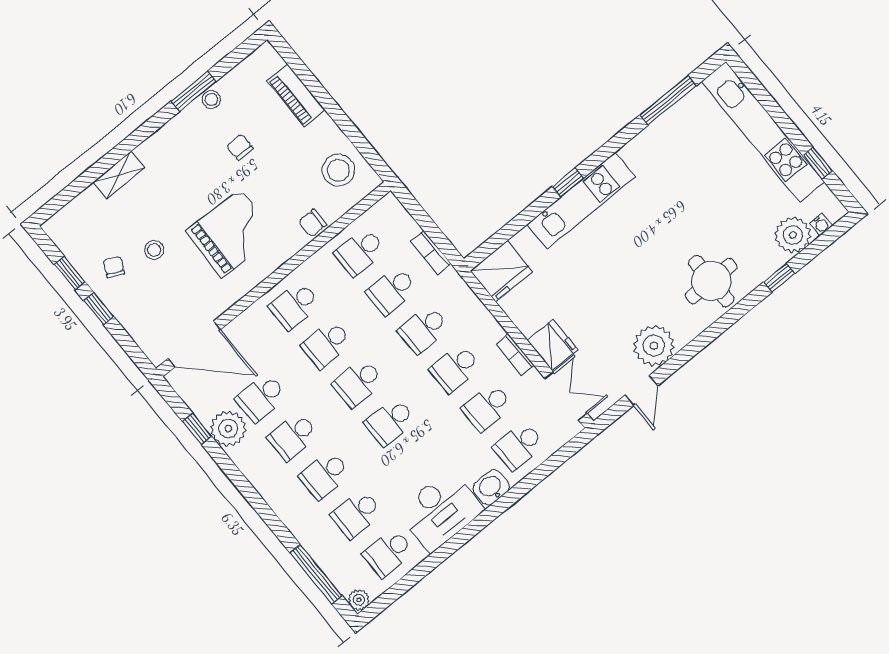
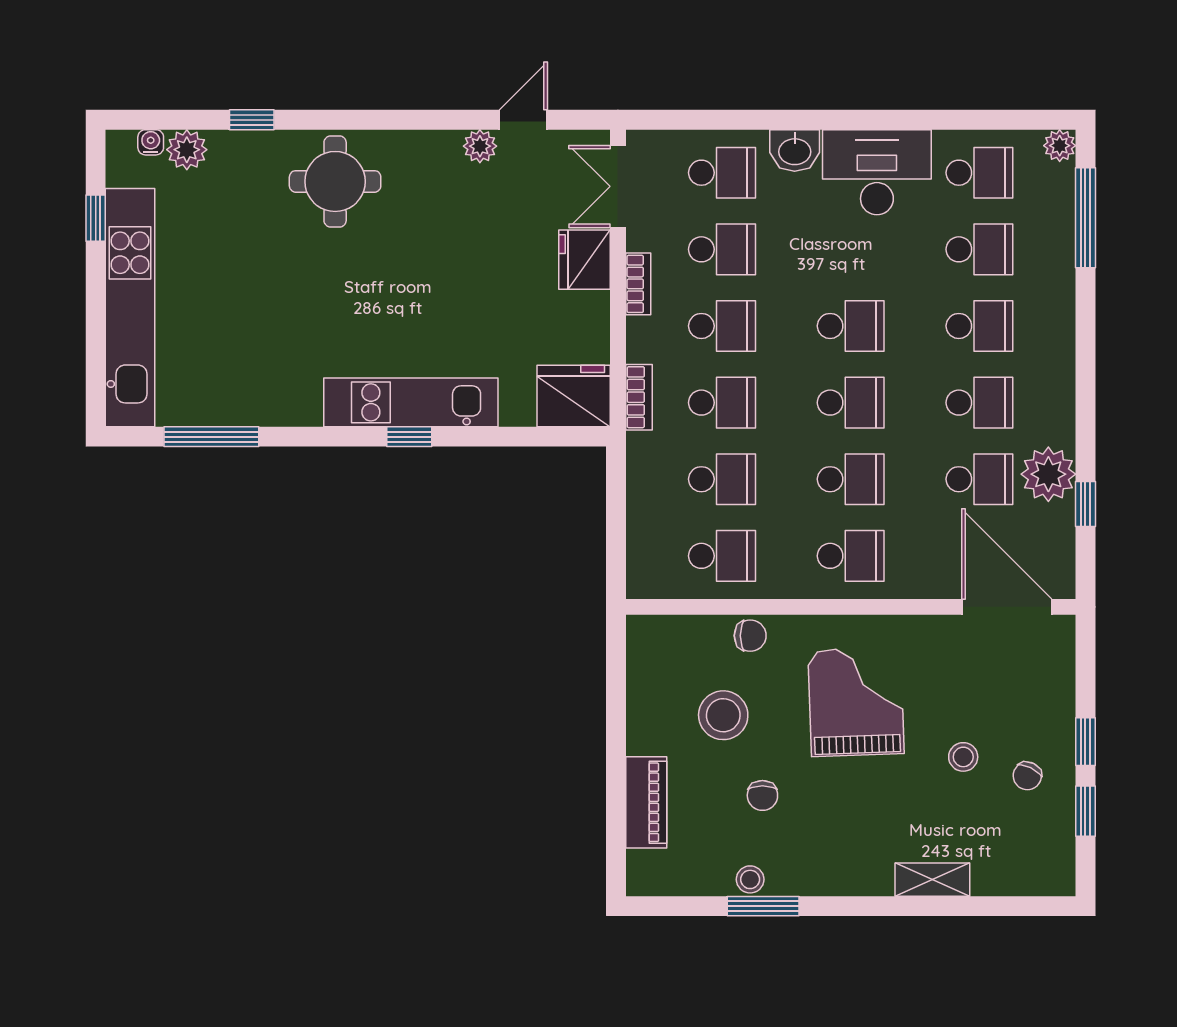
stool: (338, 170) -> (723, 715), moved
grand piano: (231, 233) -> (856, 702), turned 86
plant: (793, 235) -> (187, 150), width x0.73, depth x0.73
bookcase: (431, 253) -> (639, 397), moved
plant: (654, 346) -> (480, 146), width x0.53, depth x0.53

